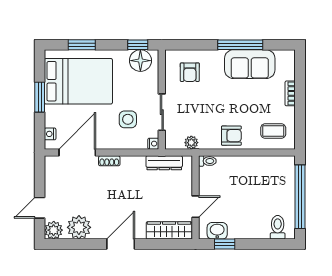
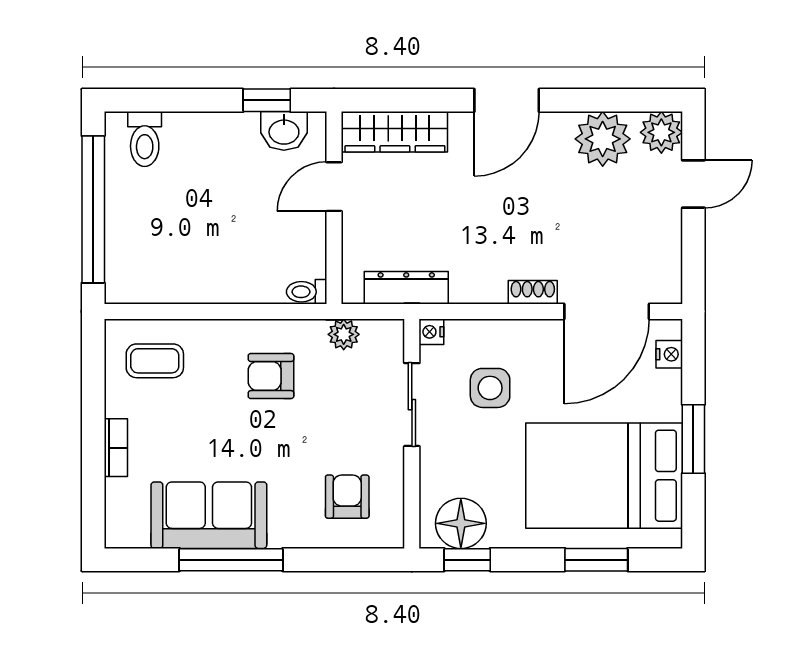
armchair: (231, 136) -> (271, 376), moved

